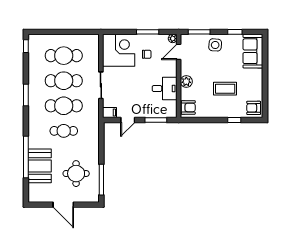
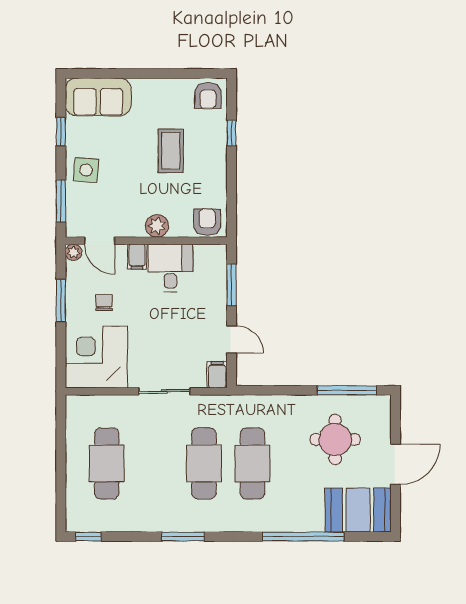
filing cabinet: (170, 71) -> (137, 257), added
cafe table: (64, 81) -> (155, 463), removed
cafe table: (64, 131) -> (252, 463), width x1.37, depth x1.35
booth: (40, 166) -> (358, 510), moved

